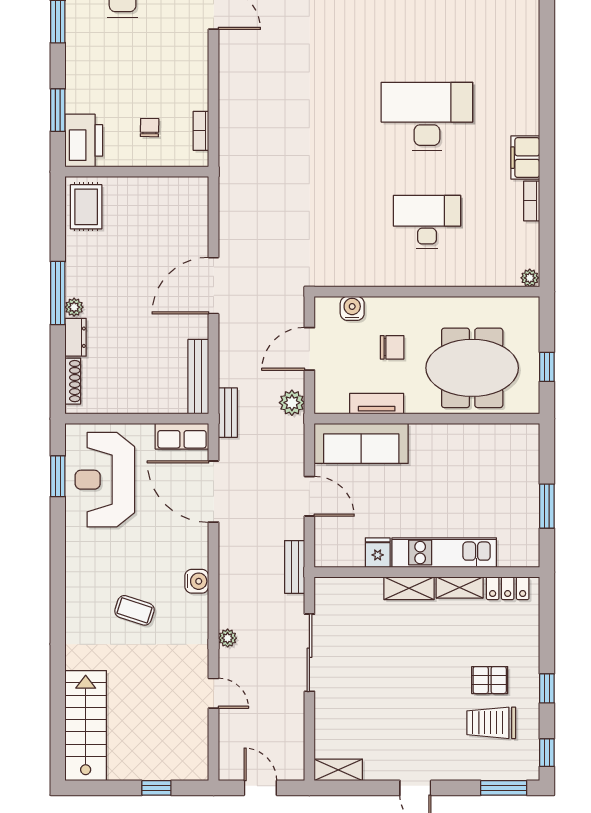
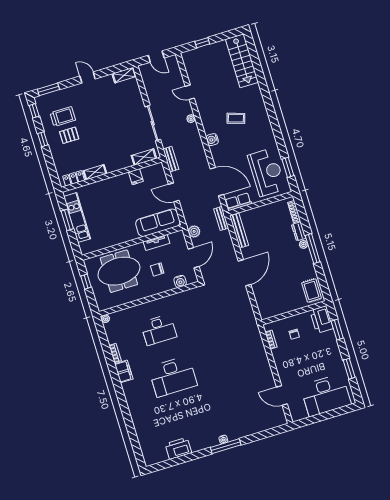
kitchen unit: (444, 553) -> (77, 218), moved, turned -90
shelving: (409, 588) -> (144, 157), moved

